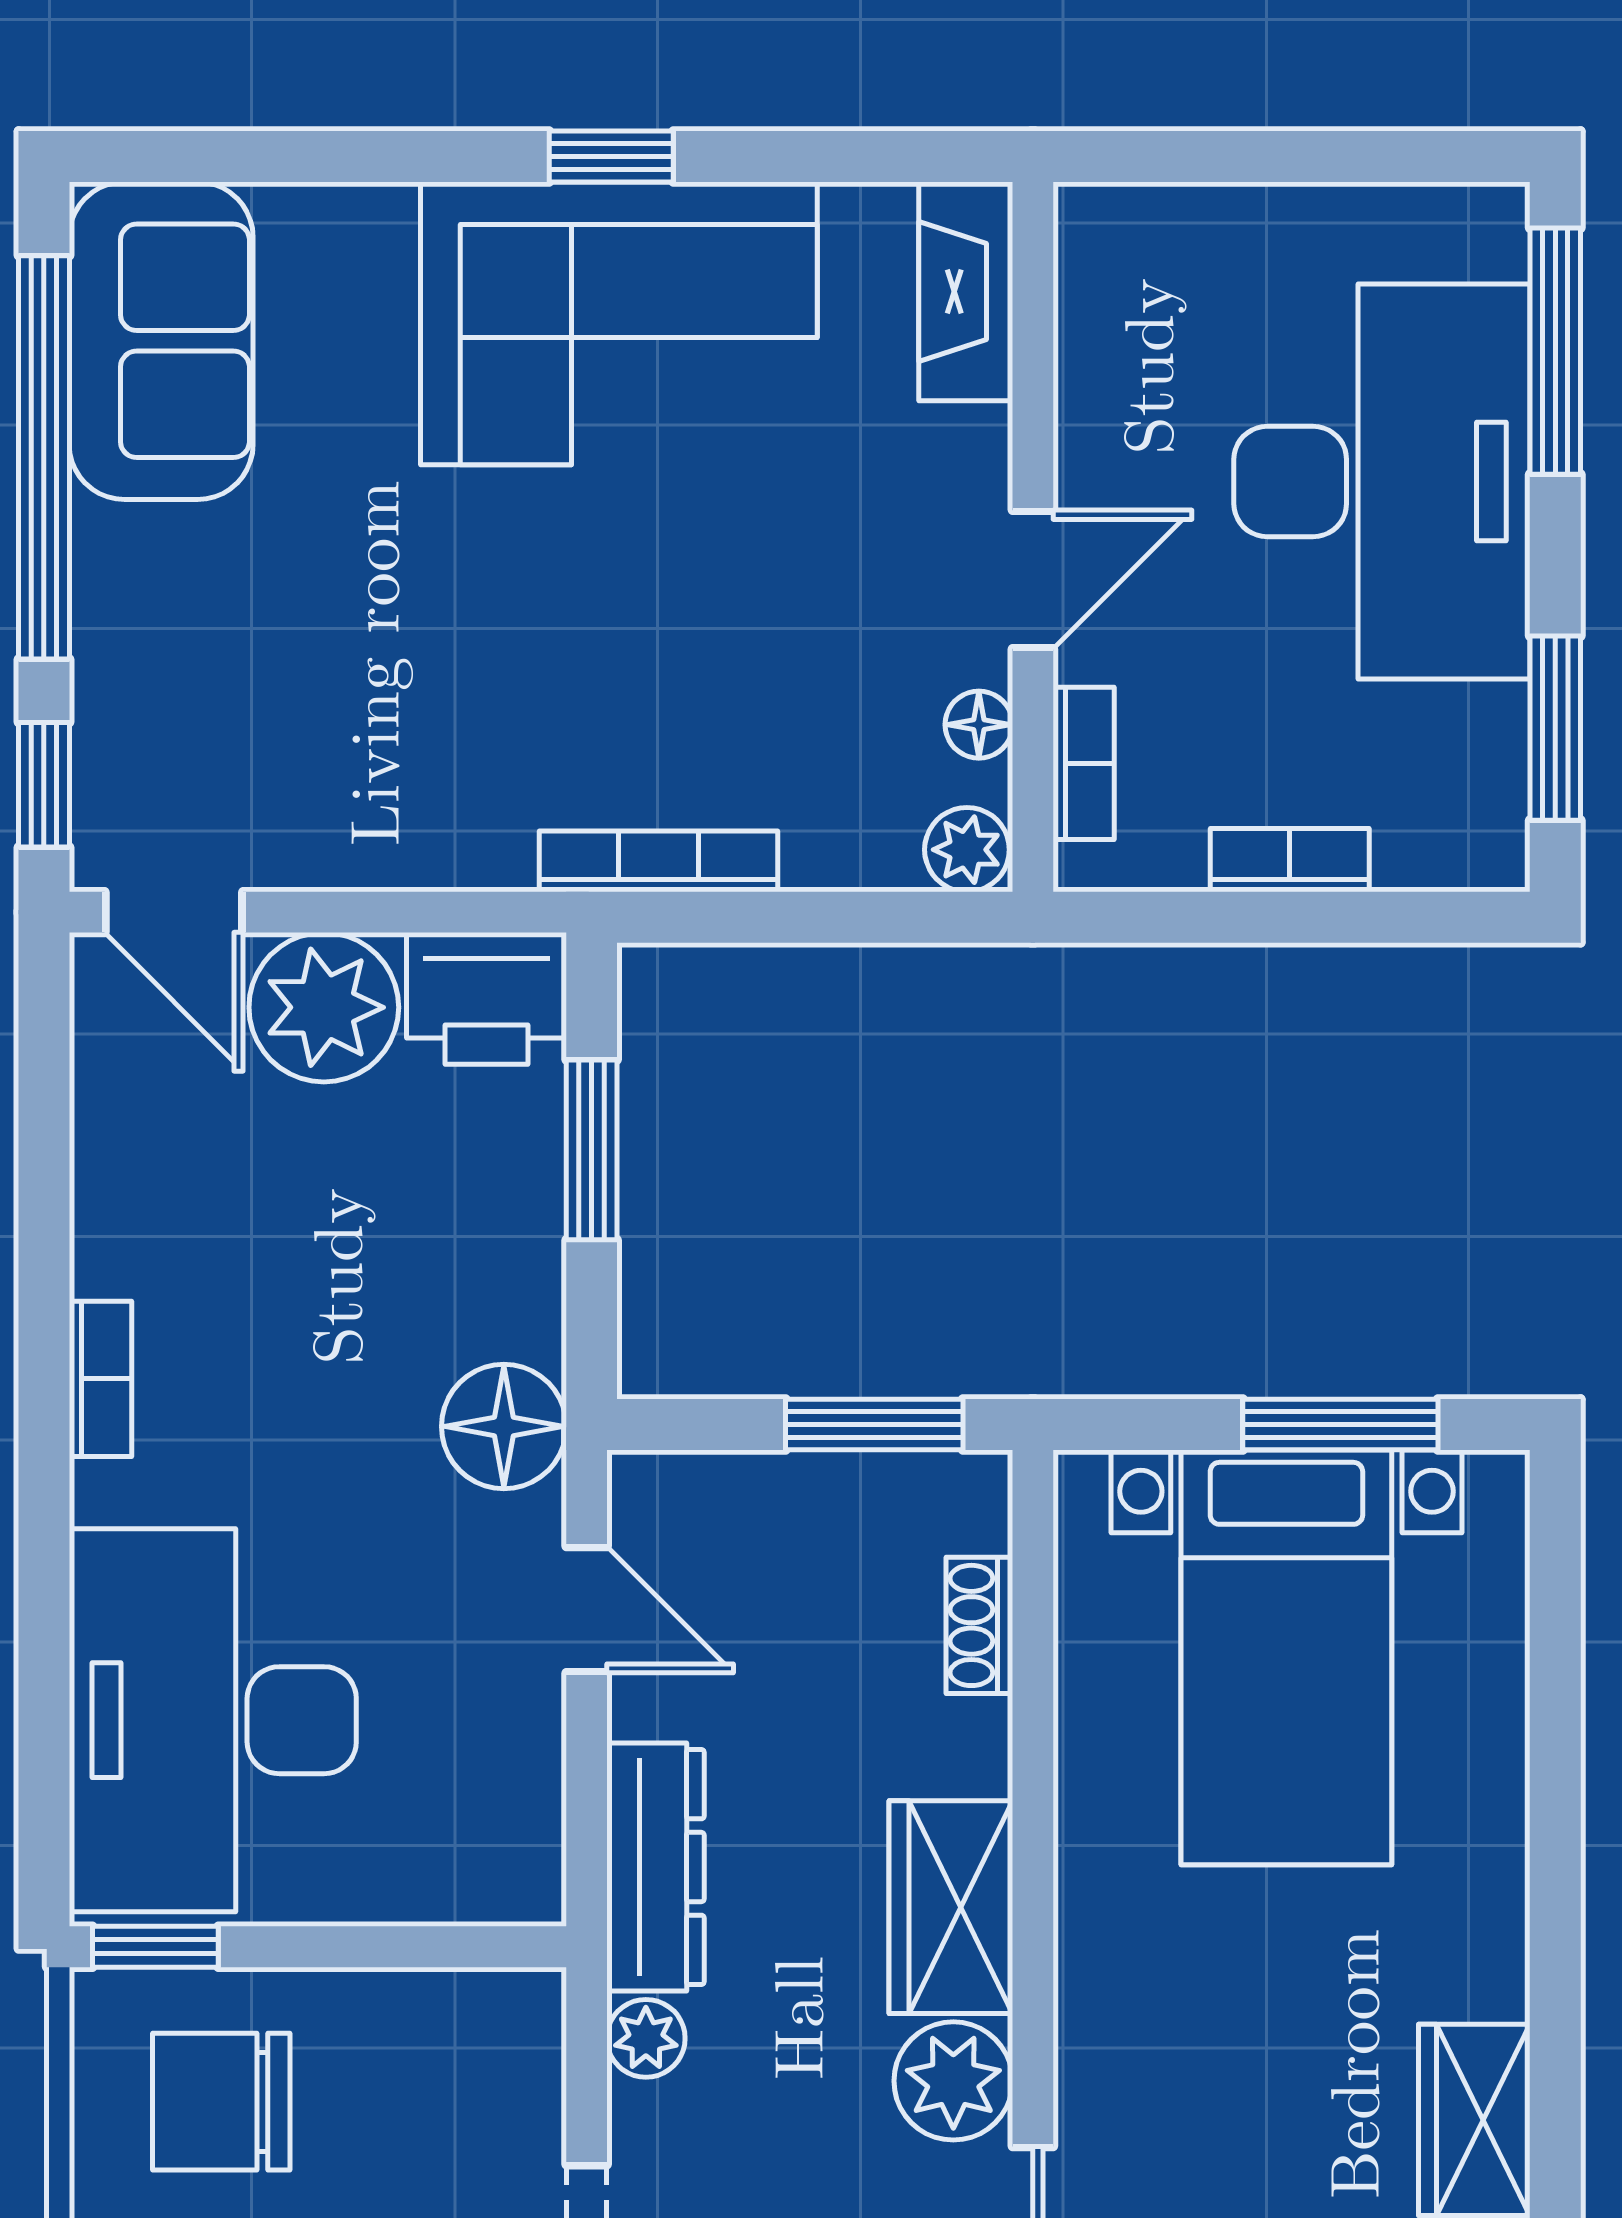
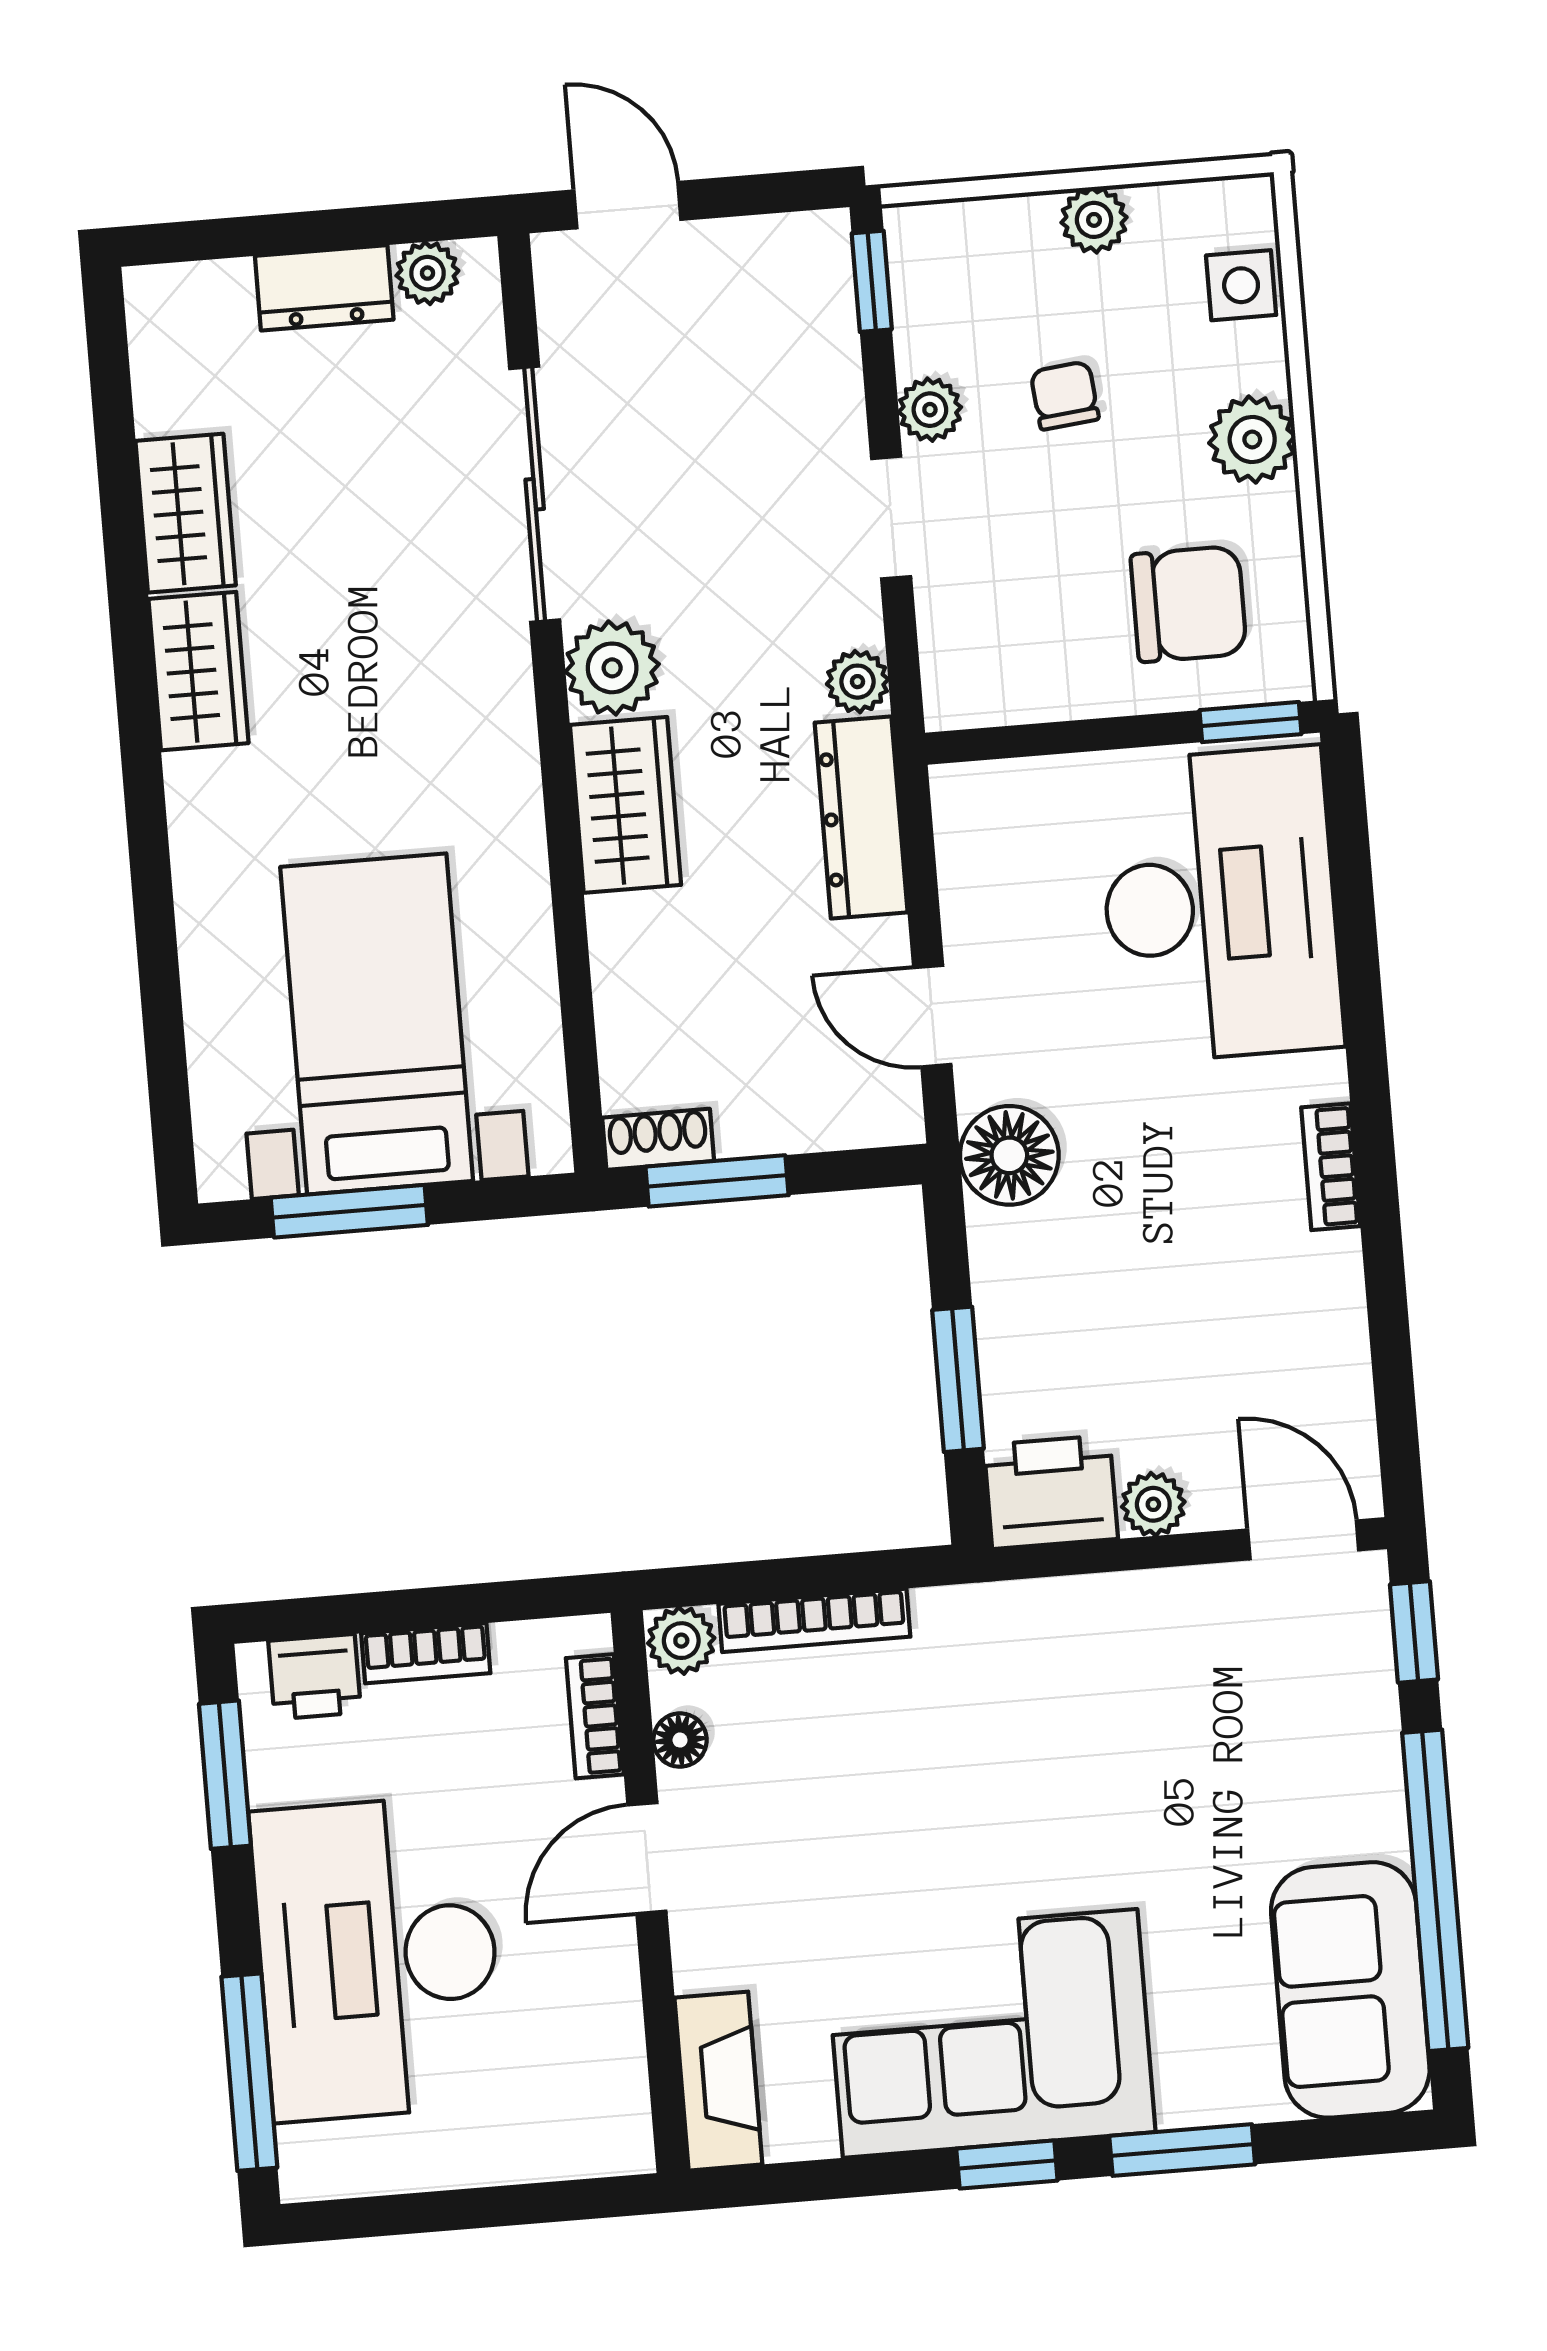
window: (389, 157) -> (1182, 2150), added
printer: (1432, 842) -> (315, 1677), added
bookcase: (658, 861) -> (814, 1620), moved
plant: (324, 1007) -> (1153, 1504), width x0.53, depth x0.53
shoe rack: (979, 1625) -> (658, 1139), moved, turned -90

